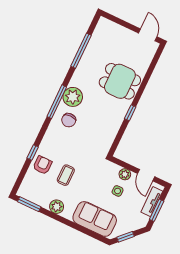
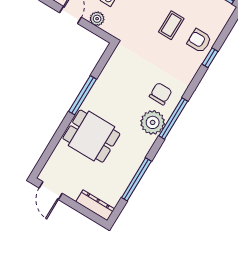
dresser: (111, 27) -> (95, 205), added
window: (130, 113) -> (82, 95), width x2.17
armchair: (43, 165) -> (199, 41), turned 90

